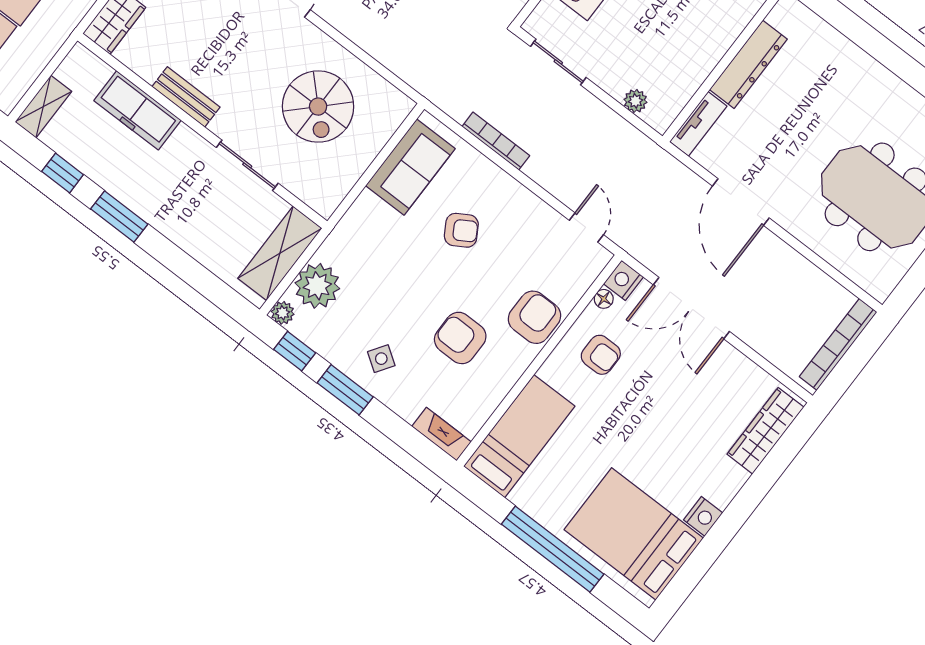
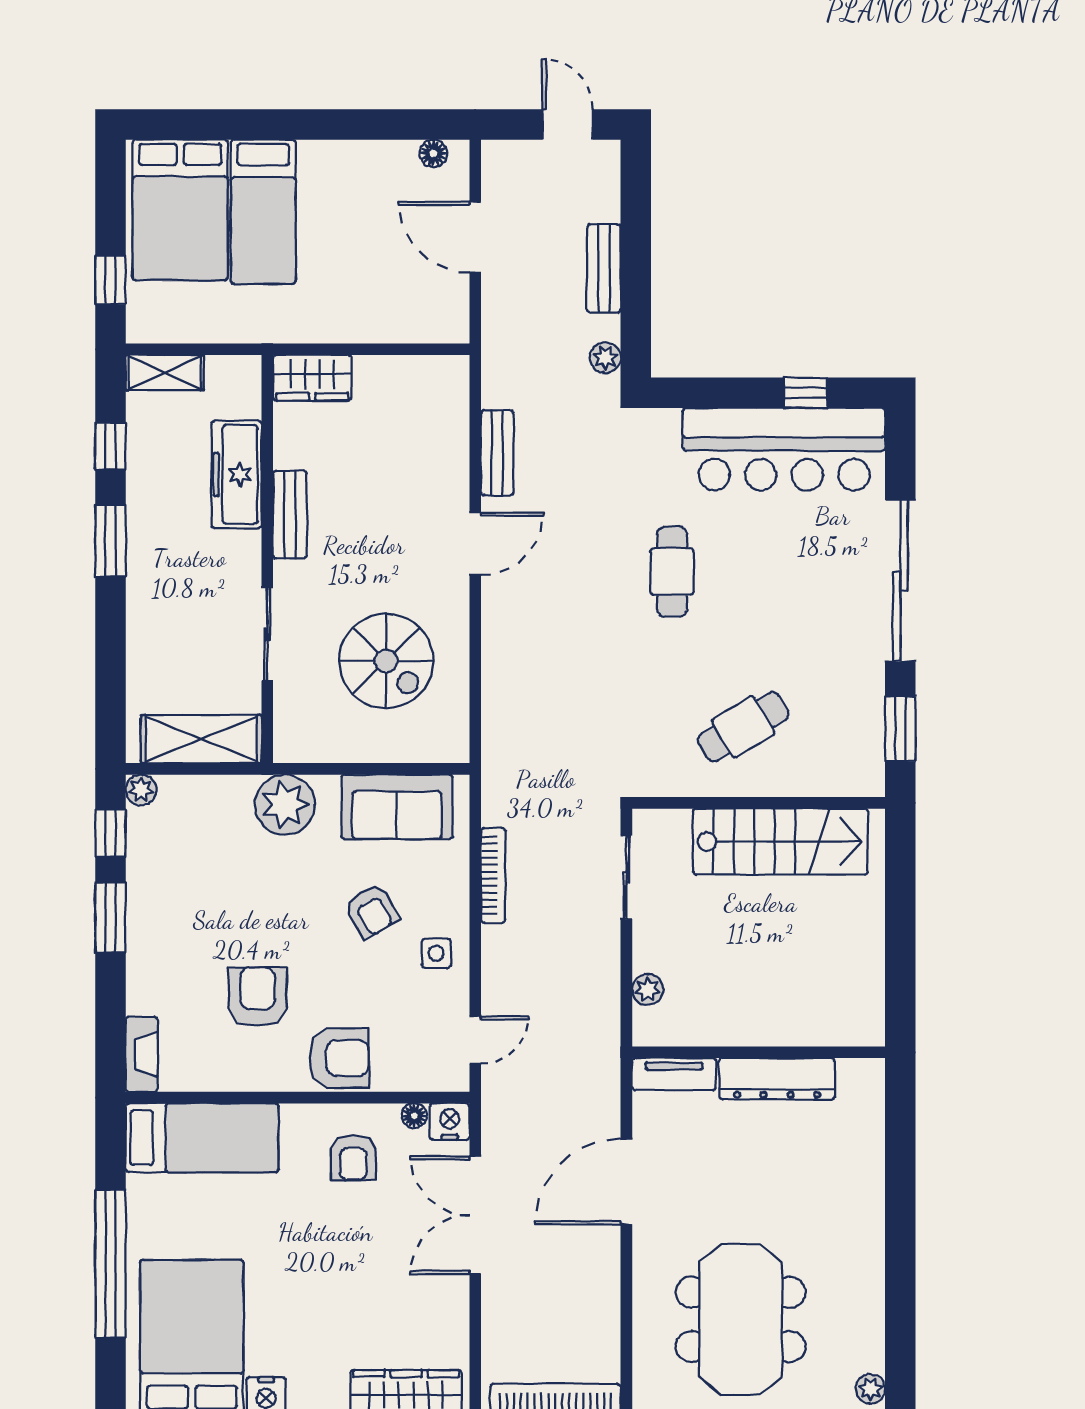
spiral stairs: (318, 107) -> (386, 661), turned -90
plant: (317, 286) -> (285, 805), moved
side table: (381, 359) -> (436, 953), moved, turned -34

